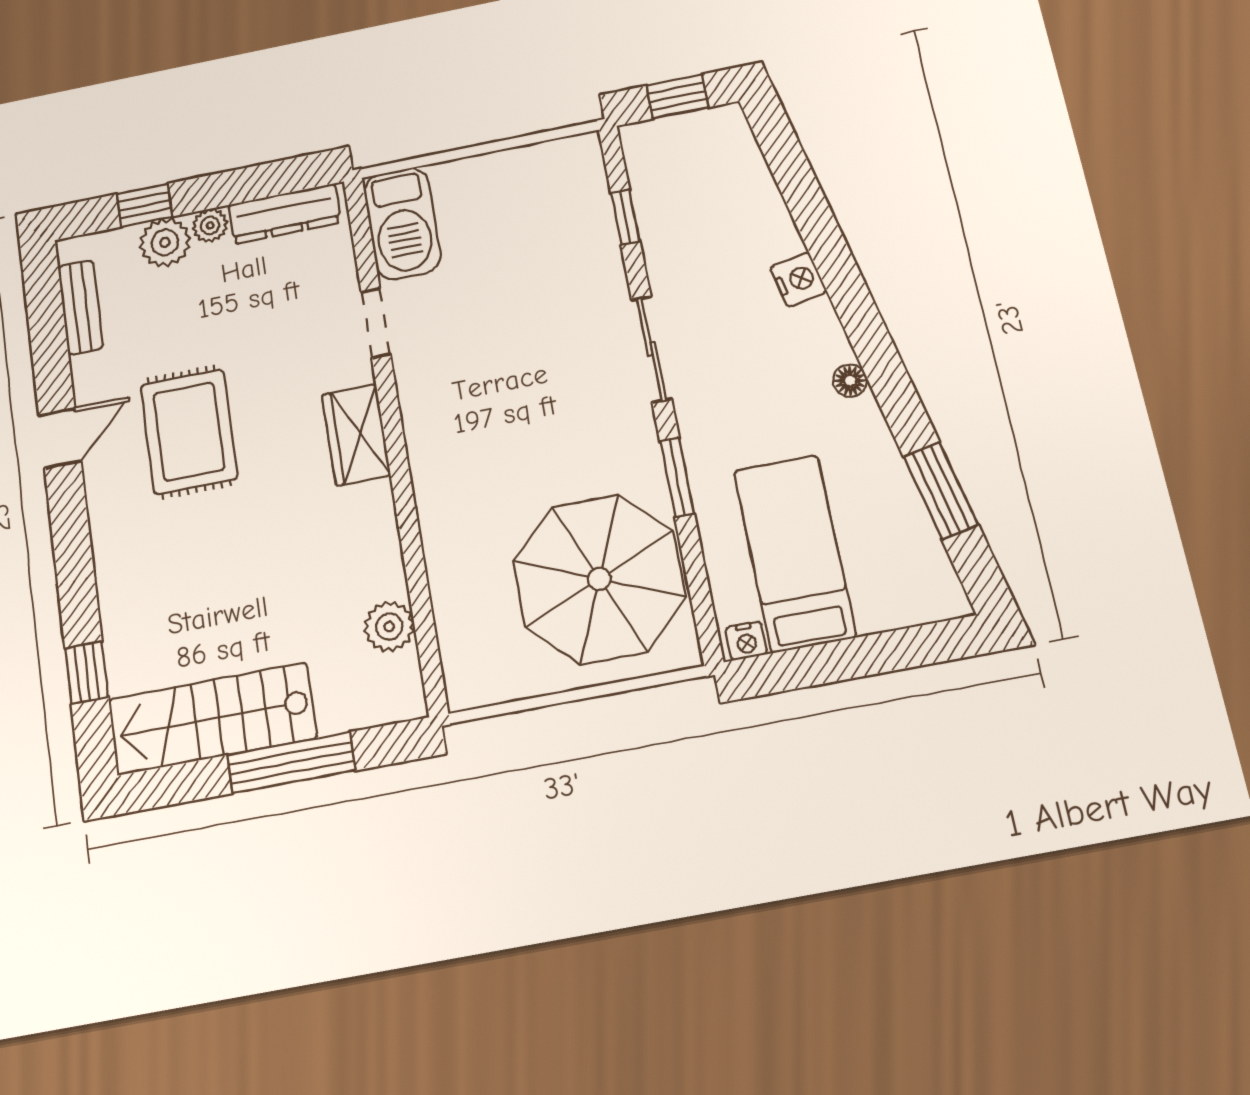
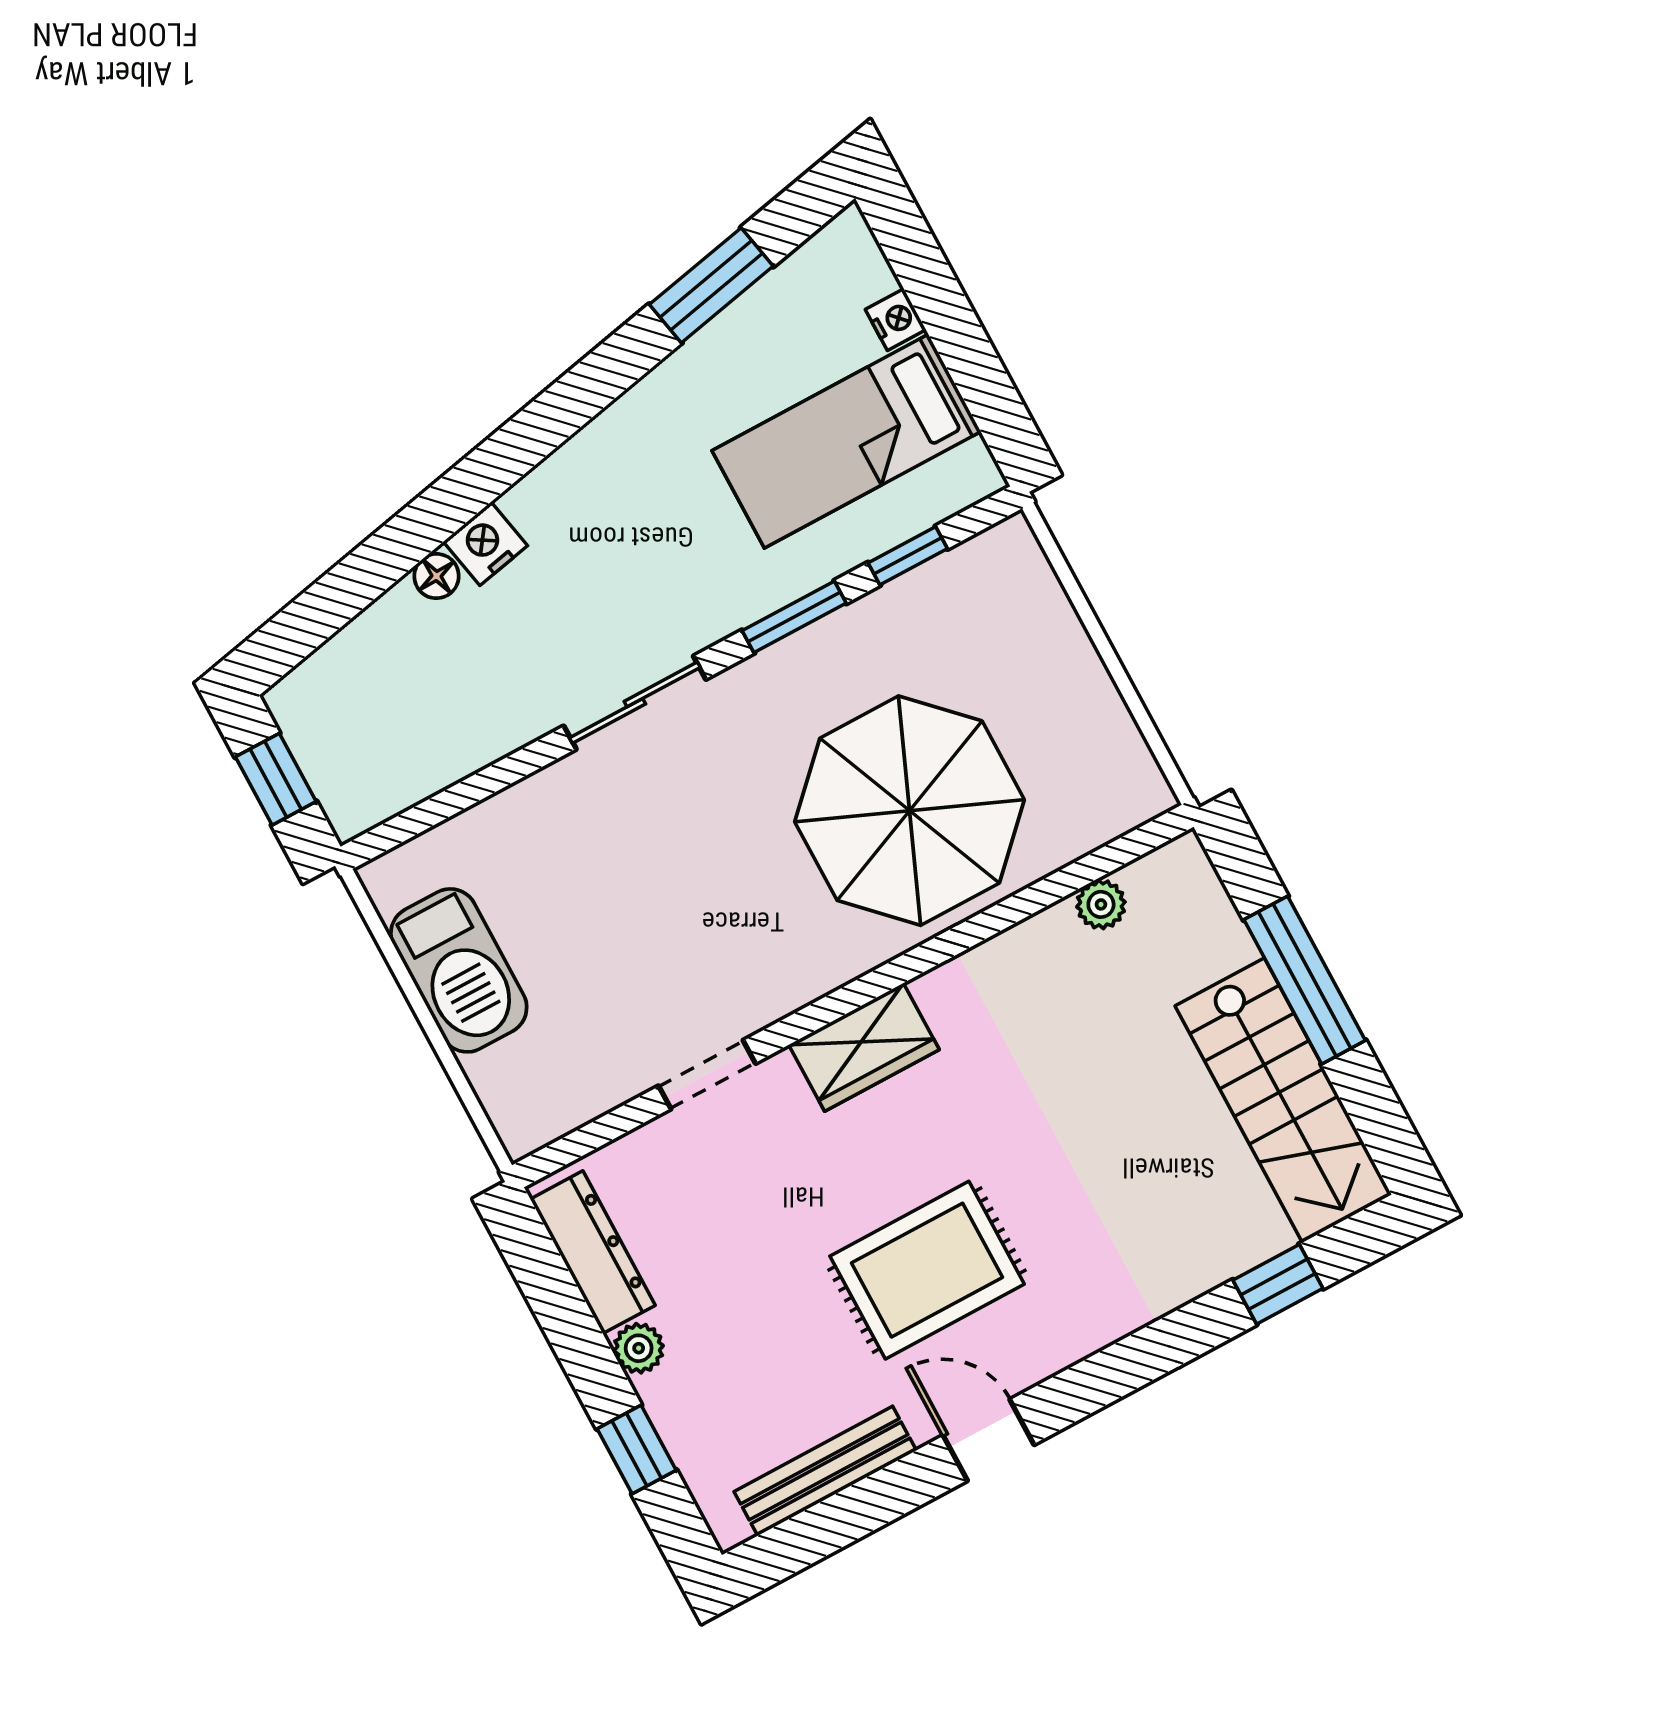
window: (625, 217) -> (908, 556), moved
barbecue: (402, 223) -> (459, 970), moved, turned 90
plant: (165, 242) -> (680, 1401), removed
bench: (80, 307) -> (825, 1471), width x1.36
floor lamp: (850, 381) -> (436, 576), moved
parasol: (599, 579) -> (910, 811), moved
plant: (389, 627) -> (1101, 904), width x0.73, depth x0.73
nightstand: (746, 641) -> (896, 320), moved

